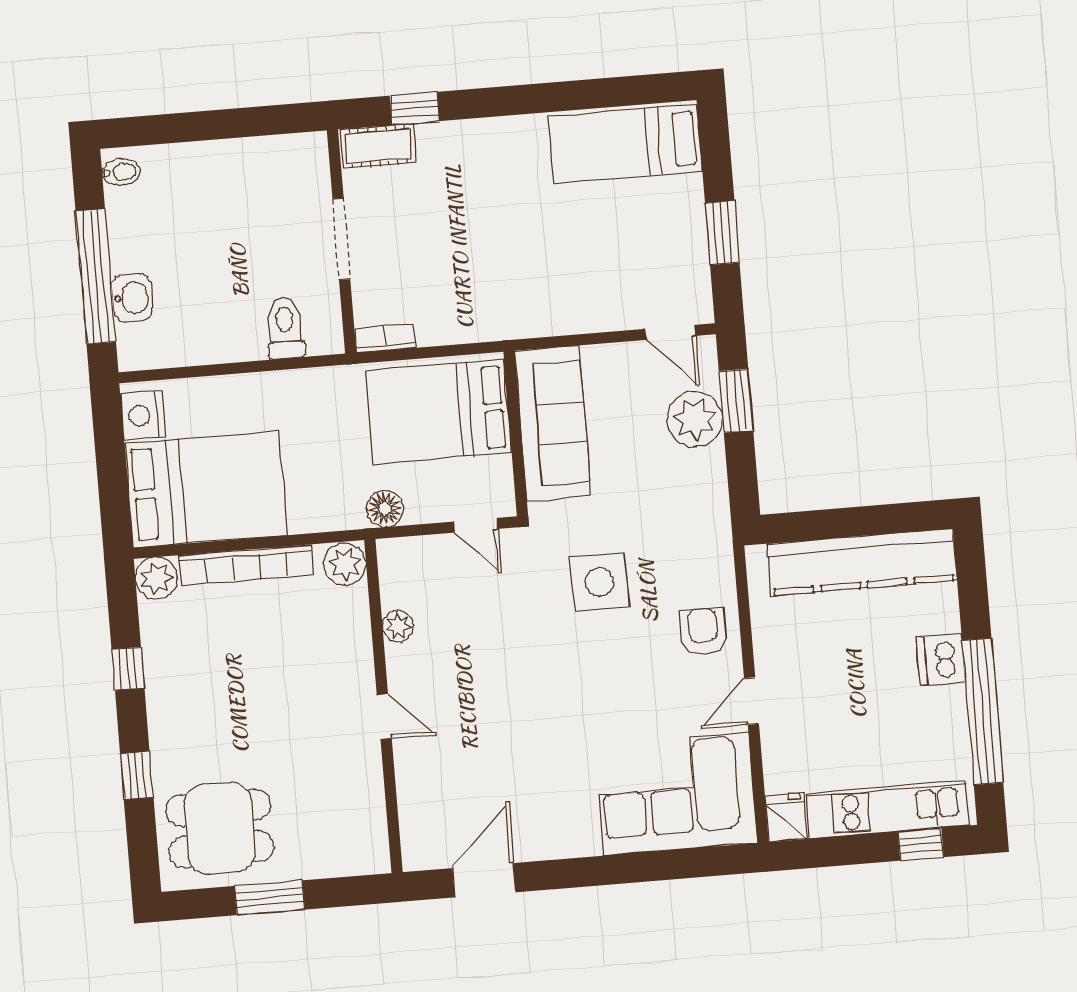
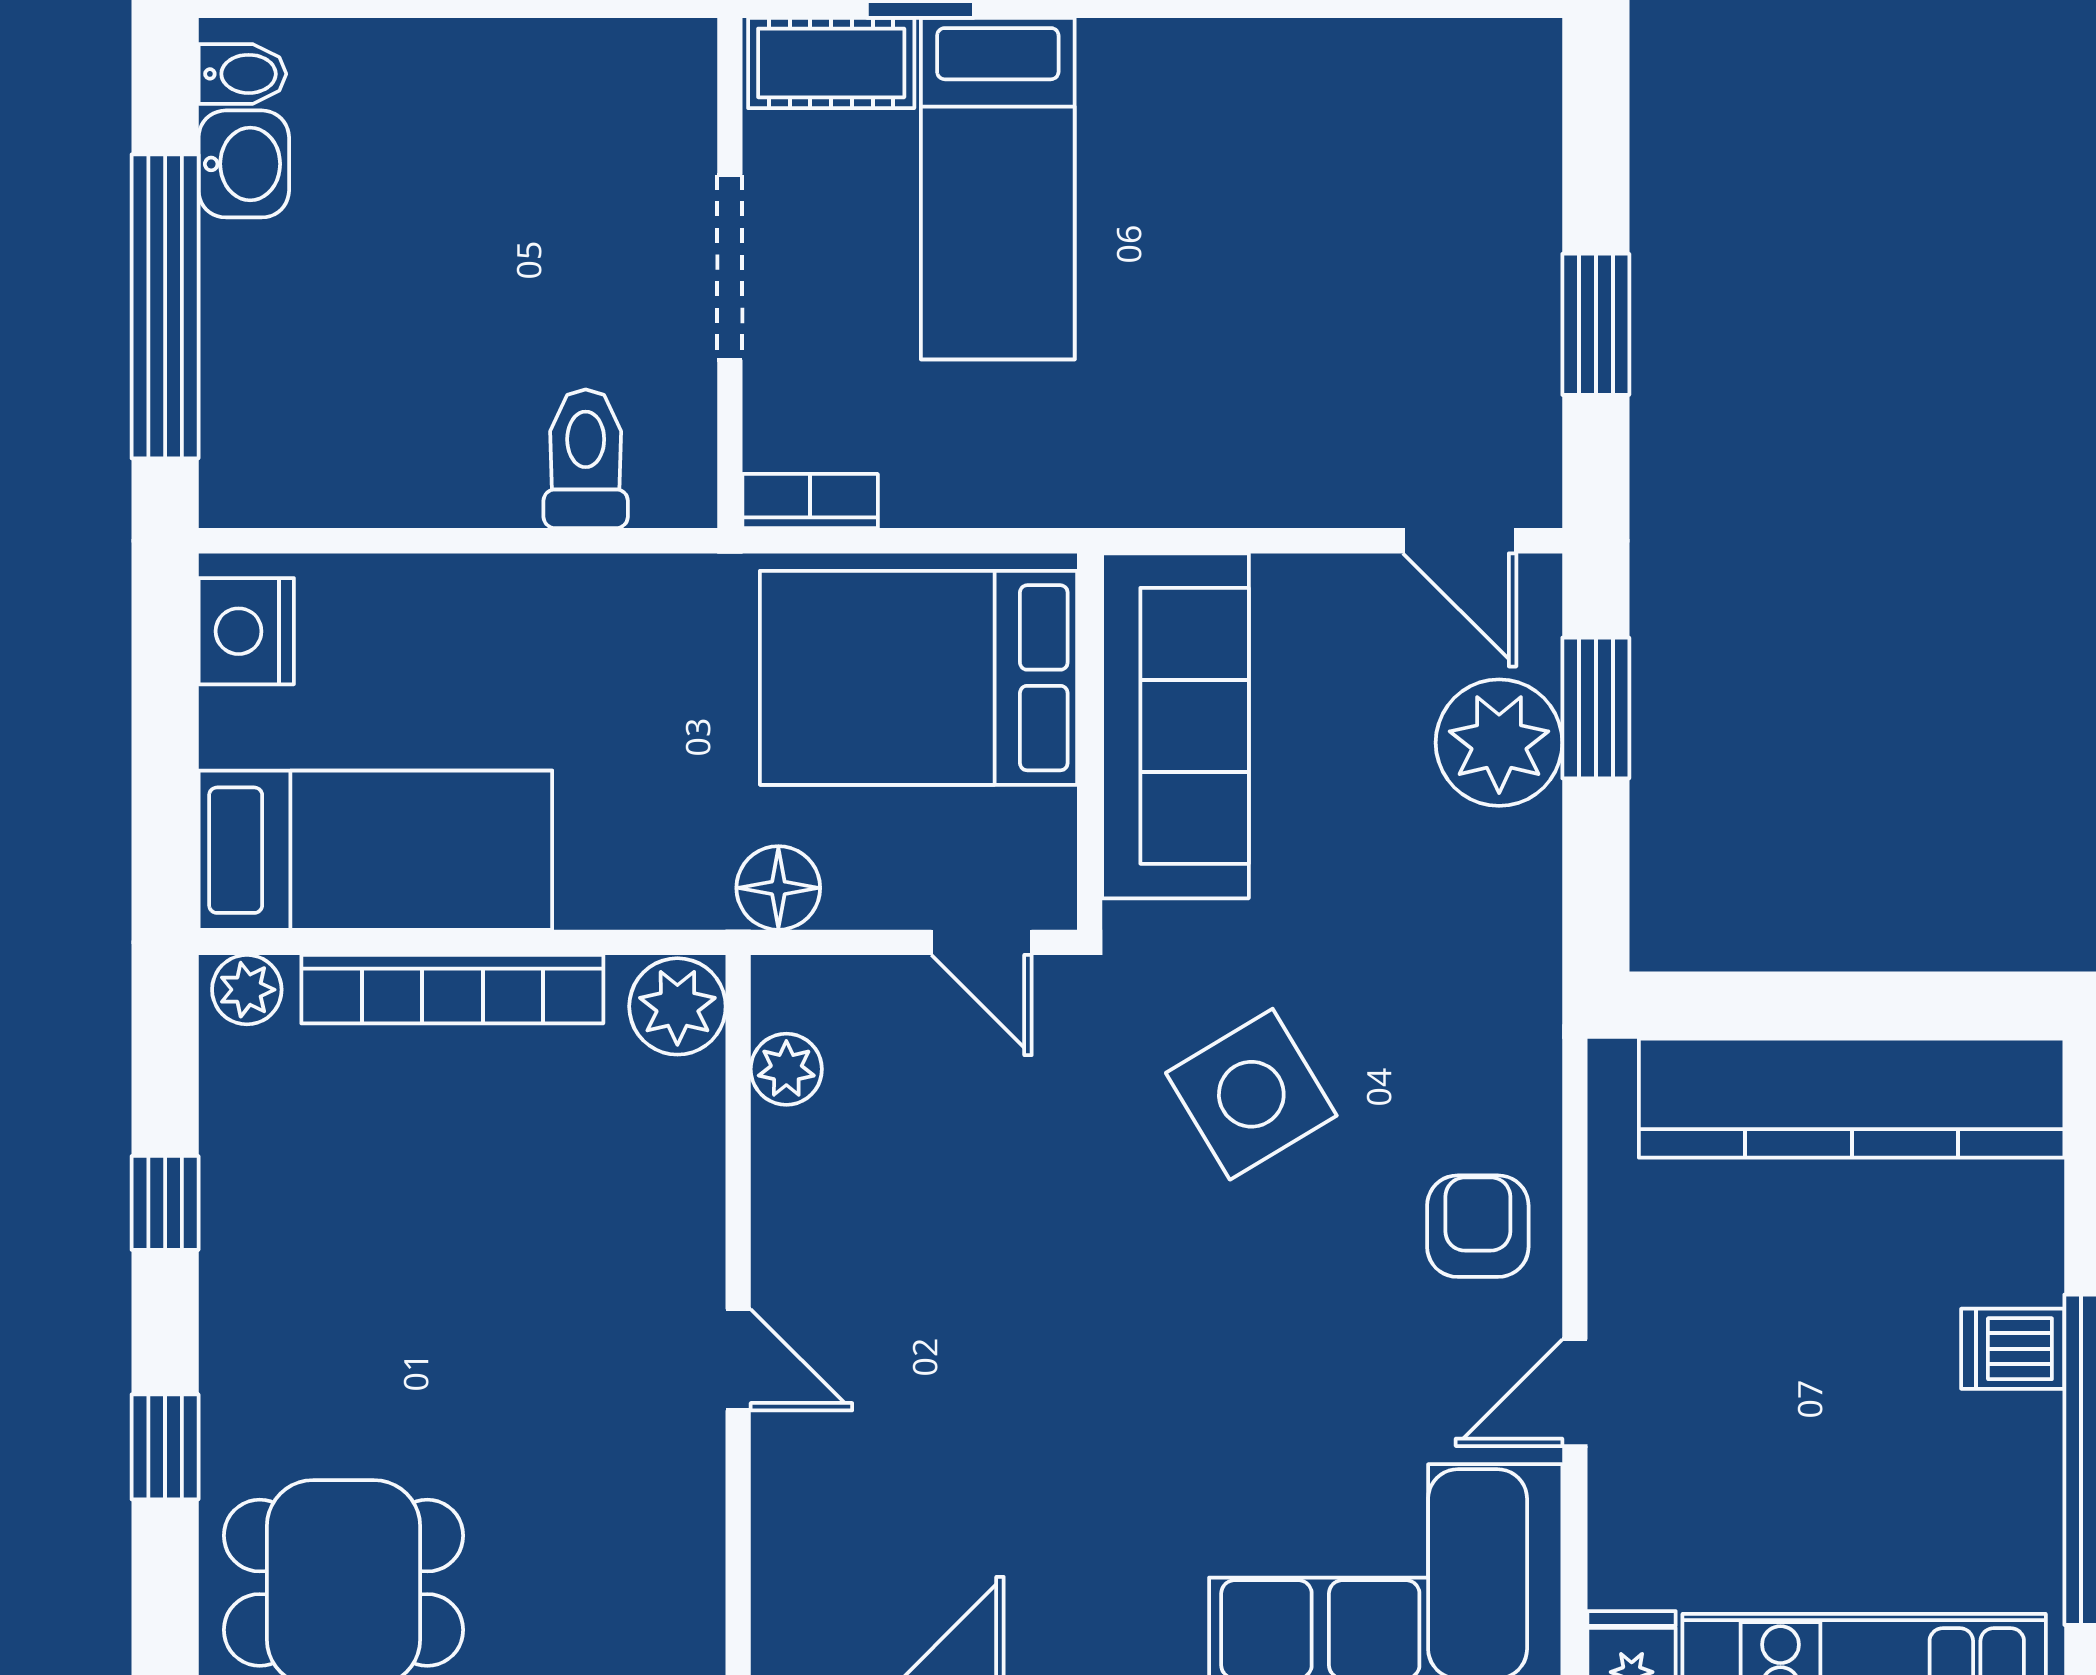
bed: (625, 144) -> (998, 189), moved, turned -90
washbasin: (132, 298) -> (244, 164), moved
bed: (206, 489) -> (375, 850), width x0.67
plant: (157, 578) -> (247, 990), width x0.73, depth x0.73
side table: (599, 582) -> (1251, 1094), turned -31
plant: (398, 626) -> (786, 1069), moved
dishwasher: (941, 659) -> (2013, 1349), width x0.73

